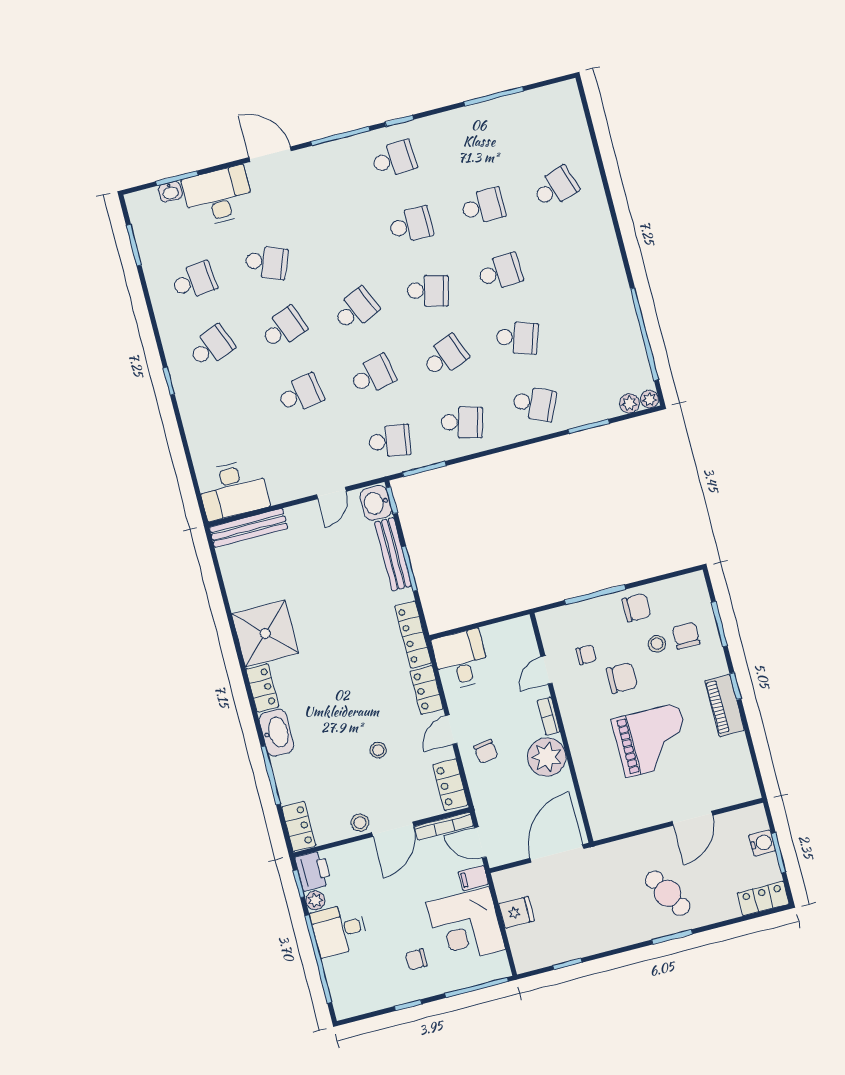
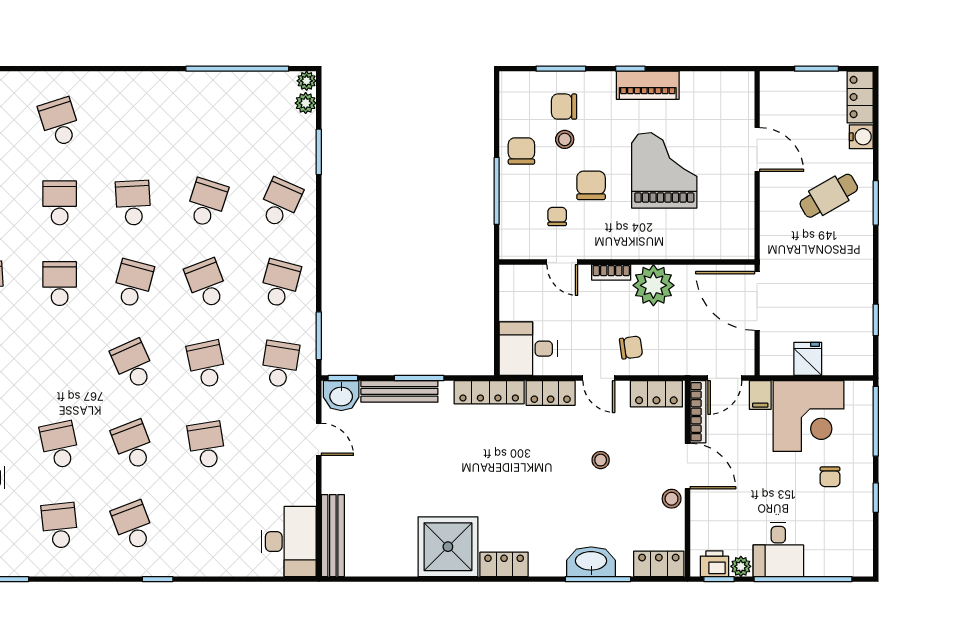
school desk: (266, 262) -> (60, 445), turned -33
washbasin: (276, 733) -> (591, 562), moved
water cooler: (762, 843) -> (861, 137), moved, turned 90
printer: (313, 871) -> (714, 564), width x0.73, depth x0.81

